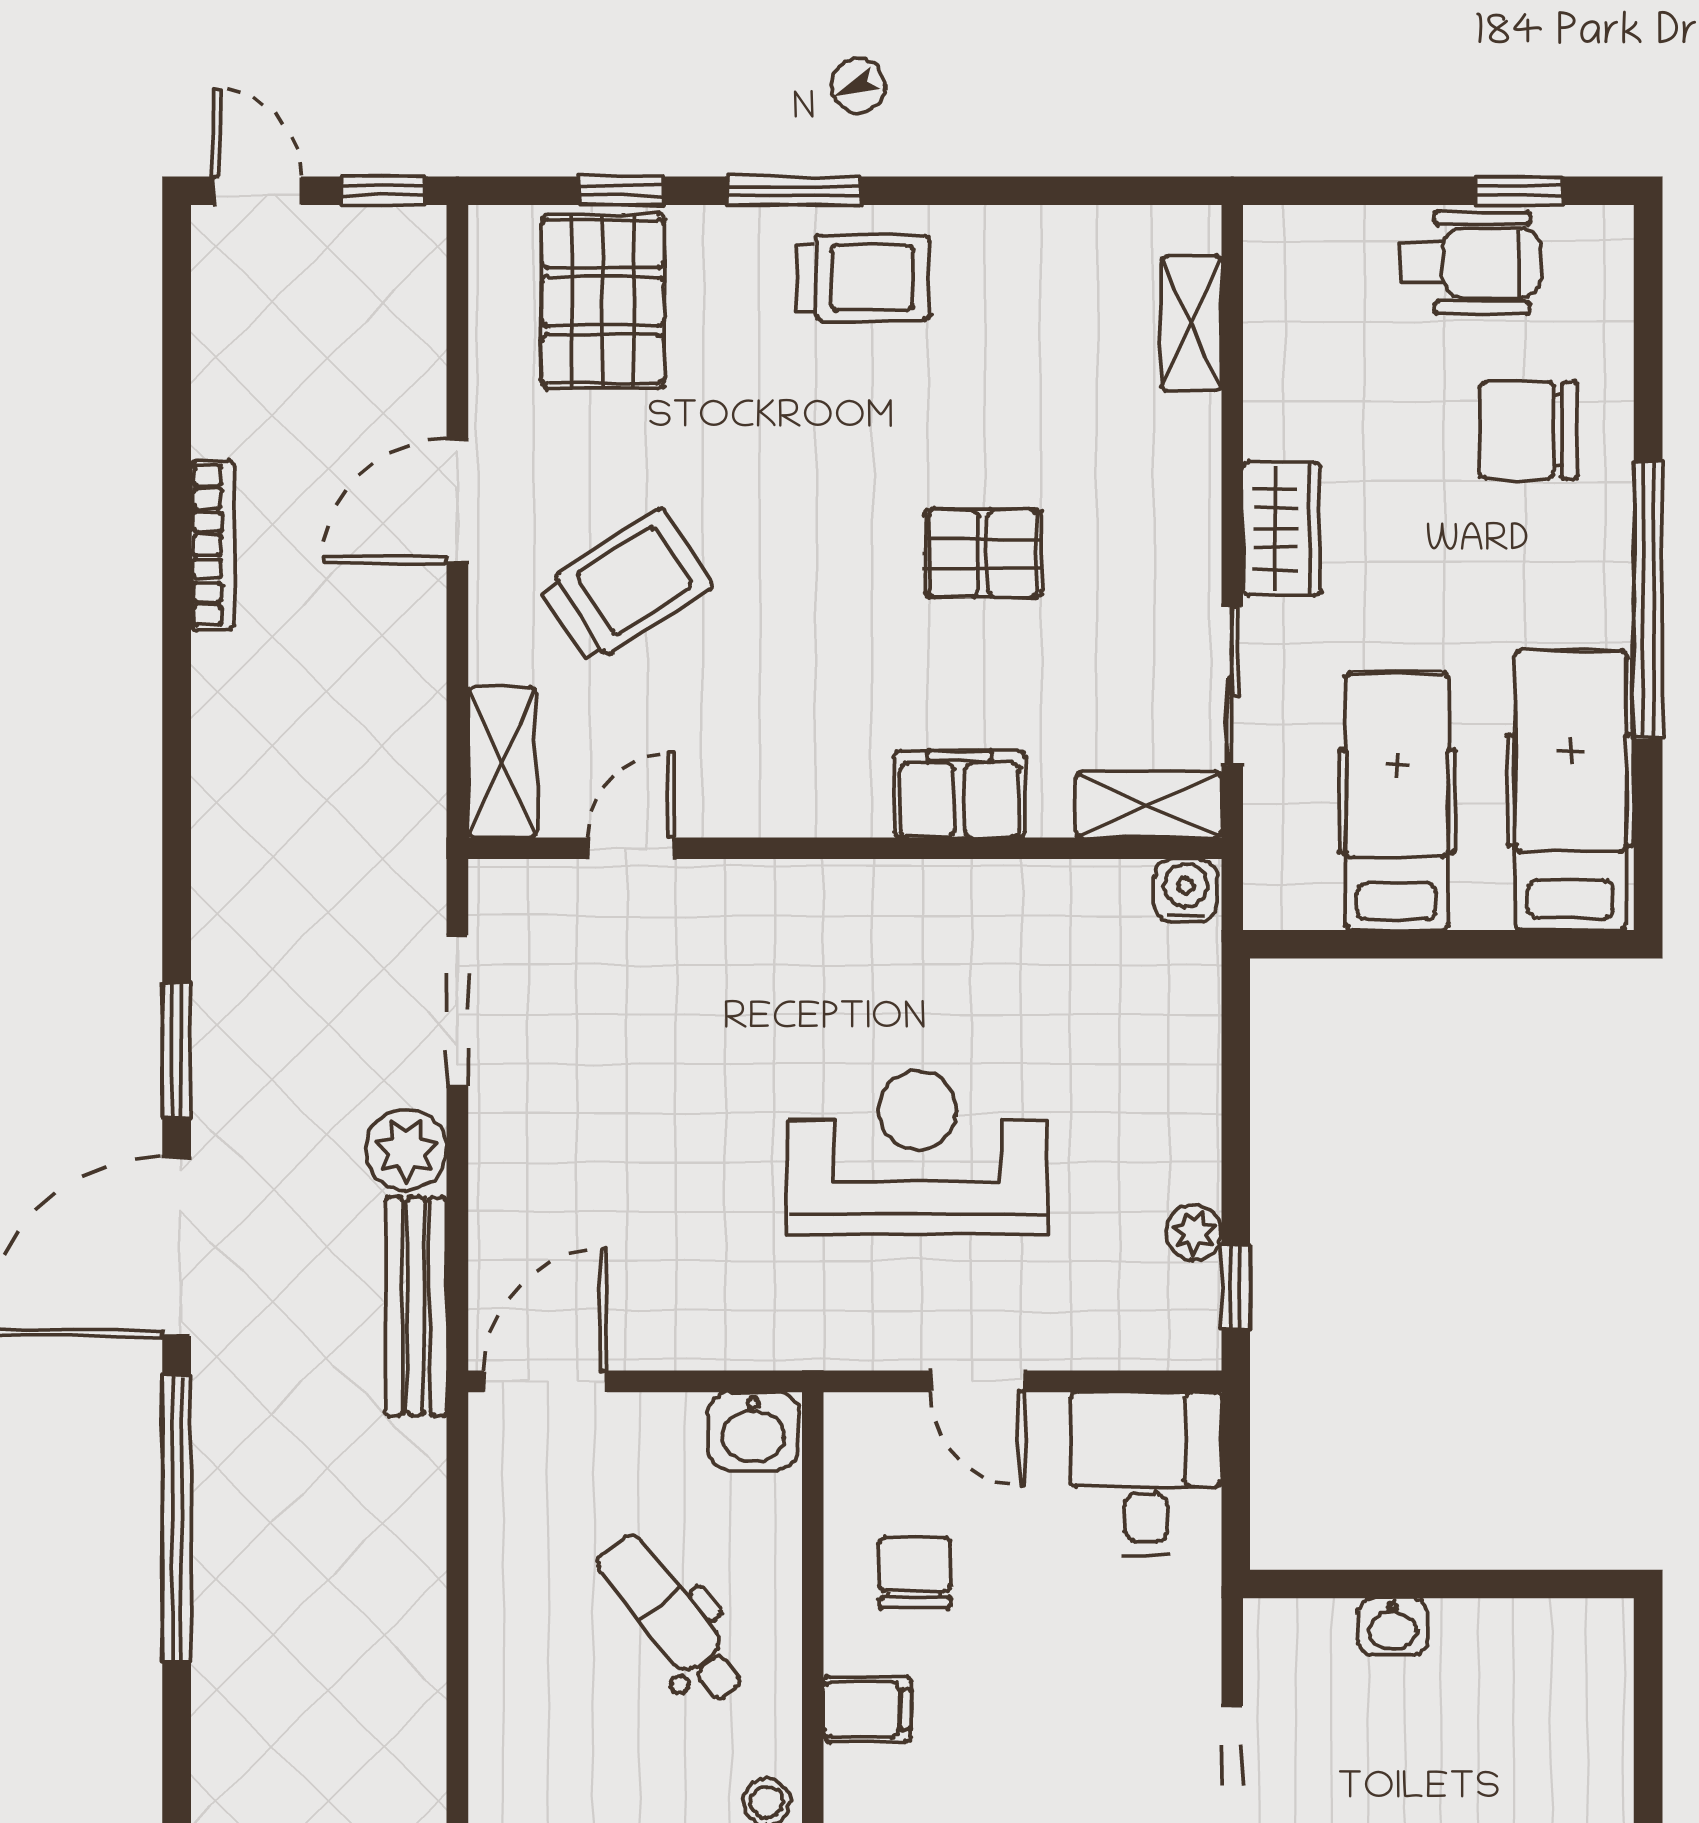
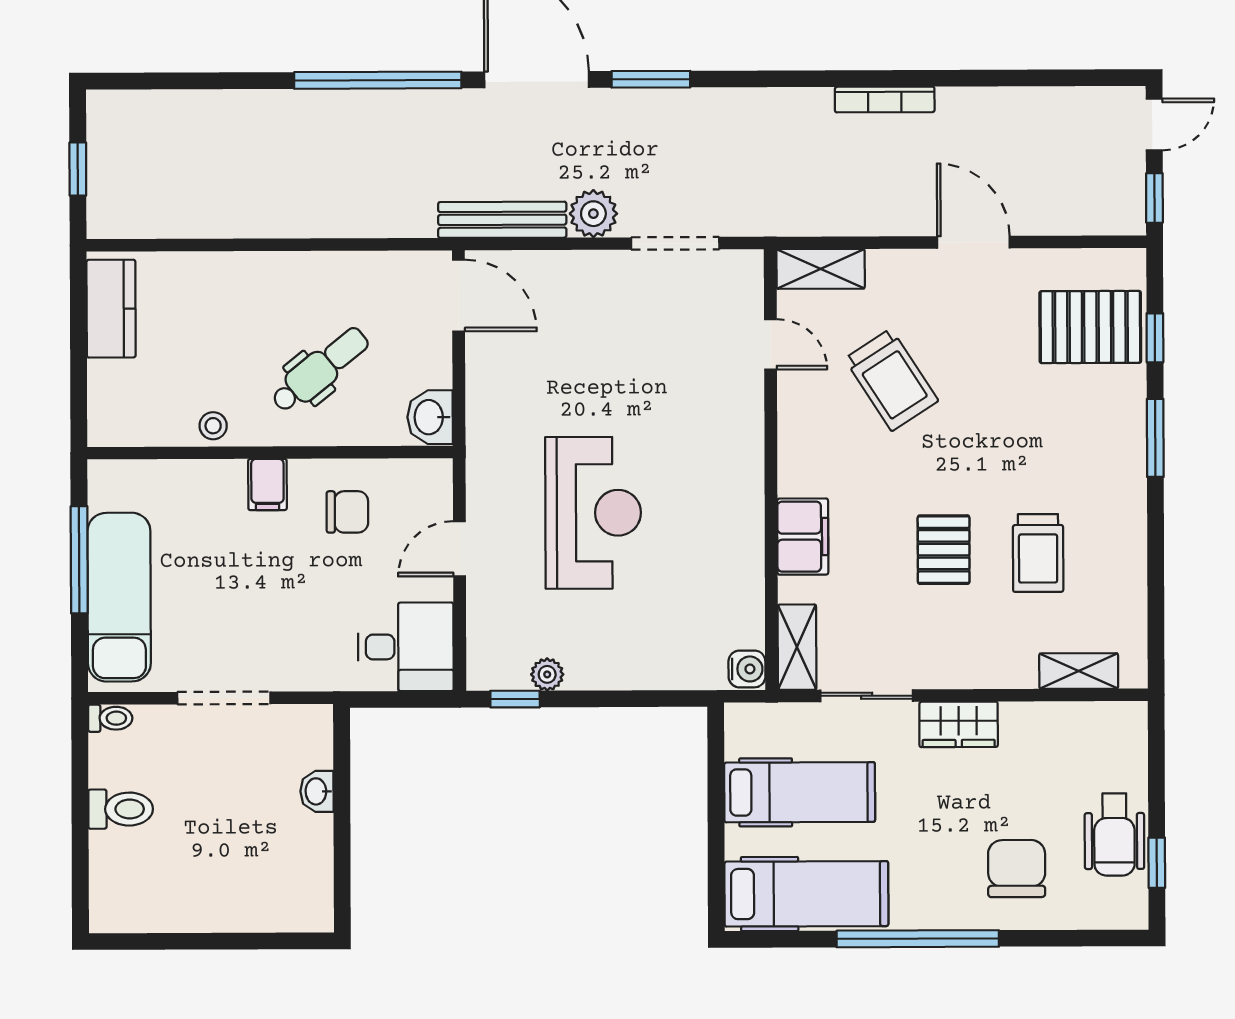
trolley: (863, 278) -> (1038, 553), moved
bookcase: (213, 545) -> (885, 100), moved
trolley: (625, 587) -> (891, 380), moved

